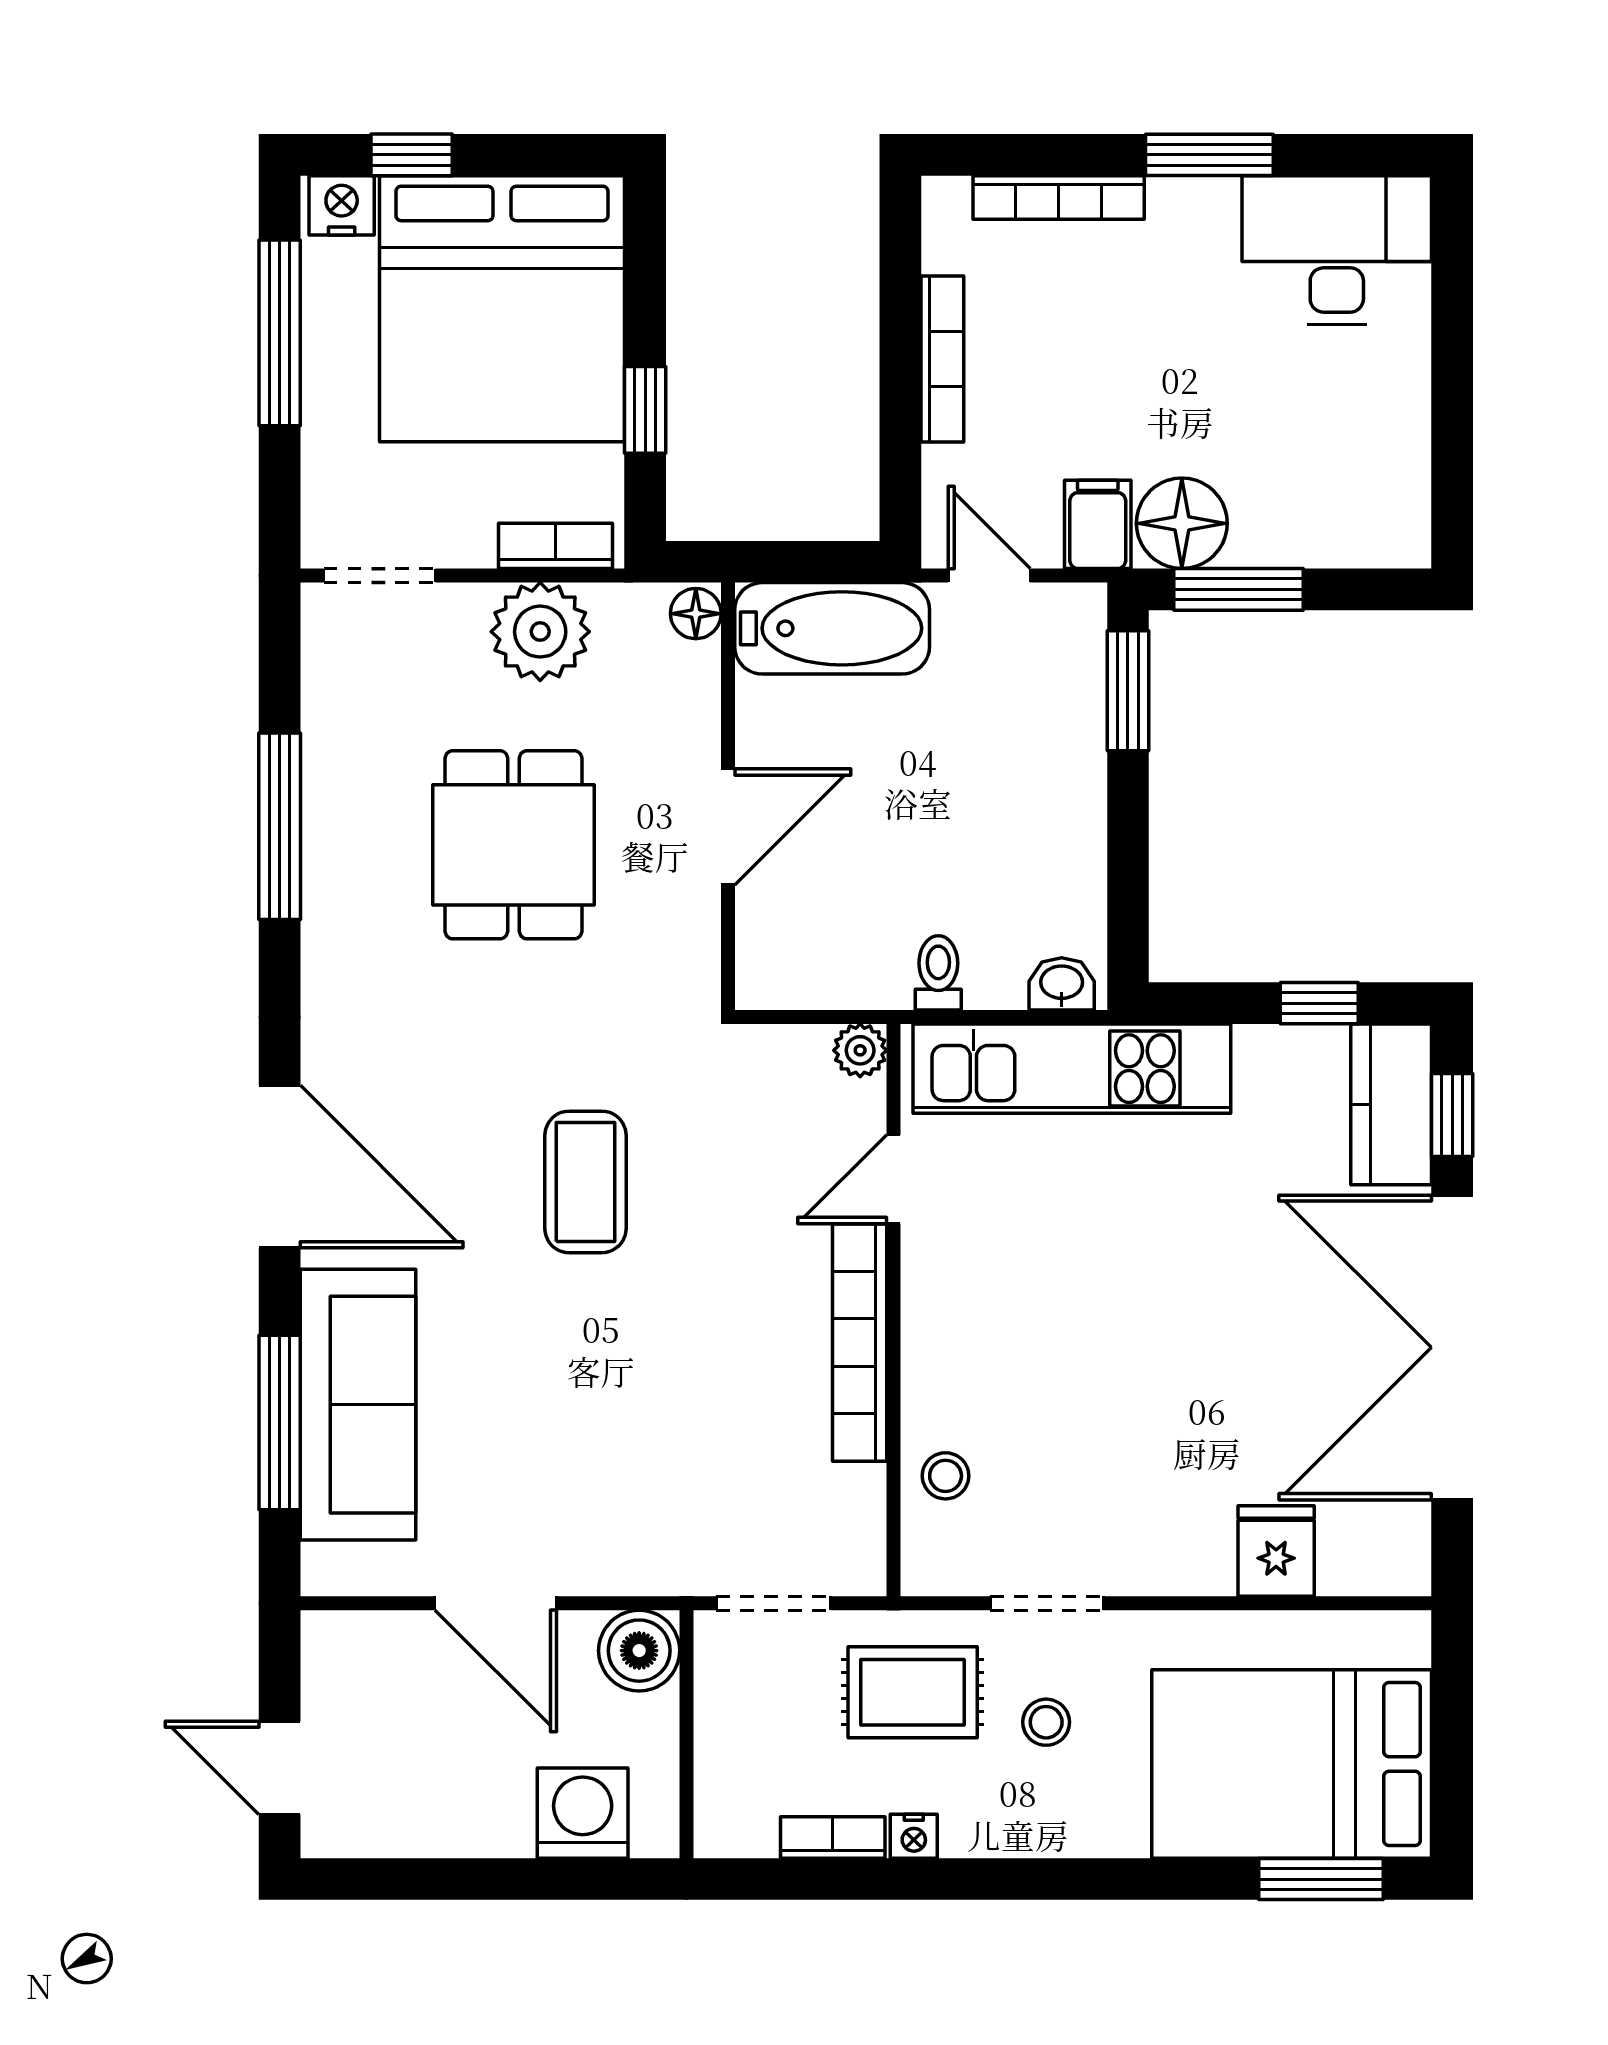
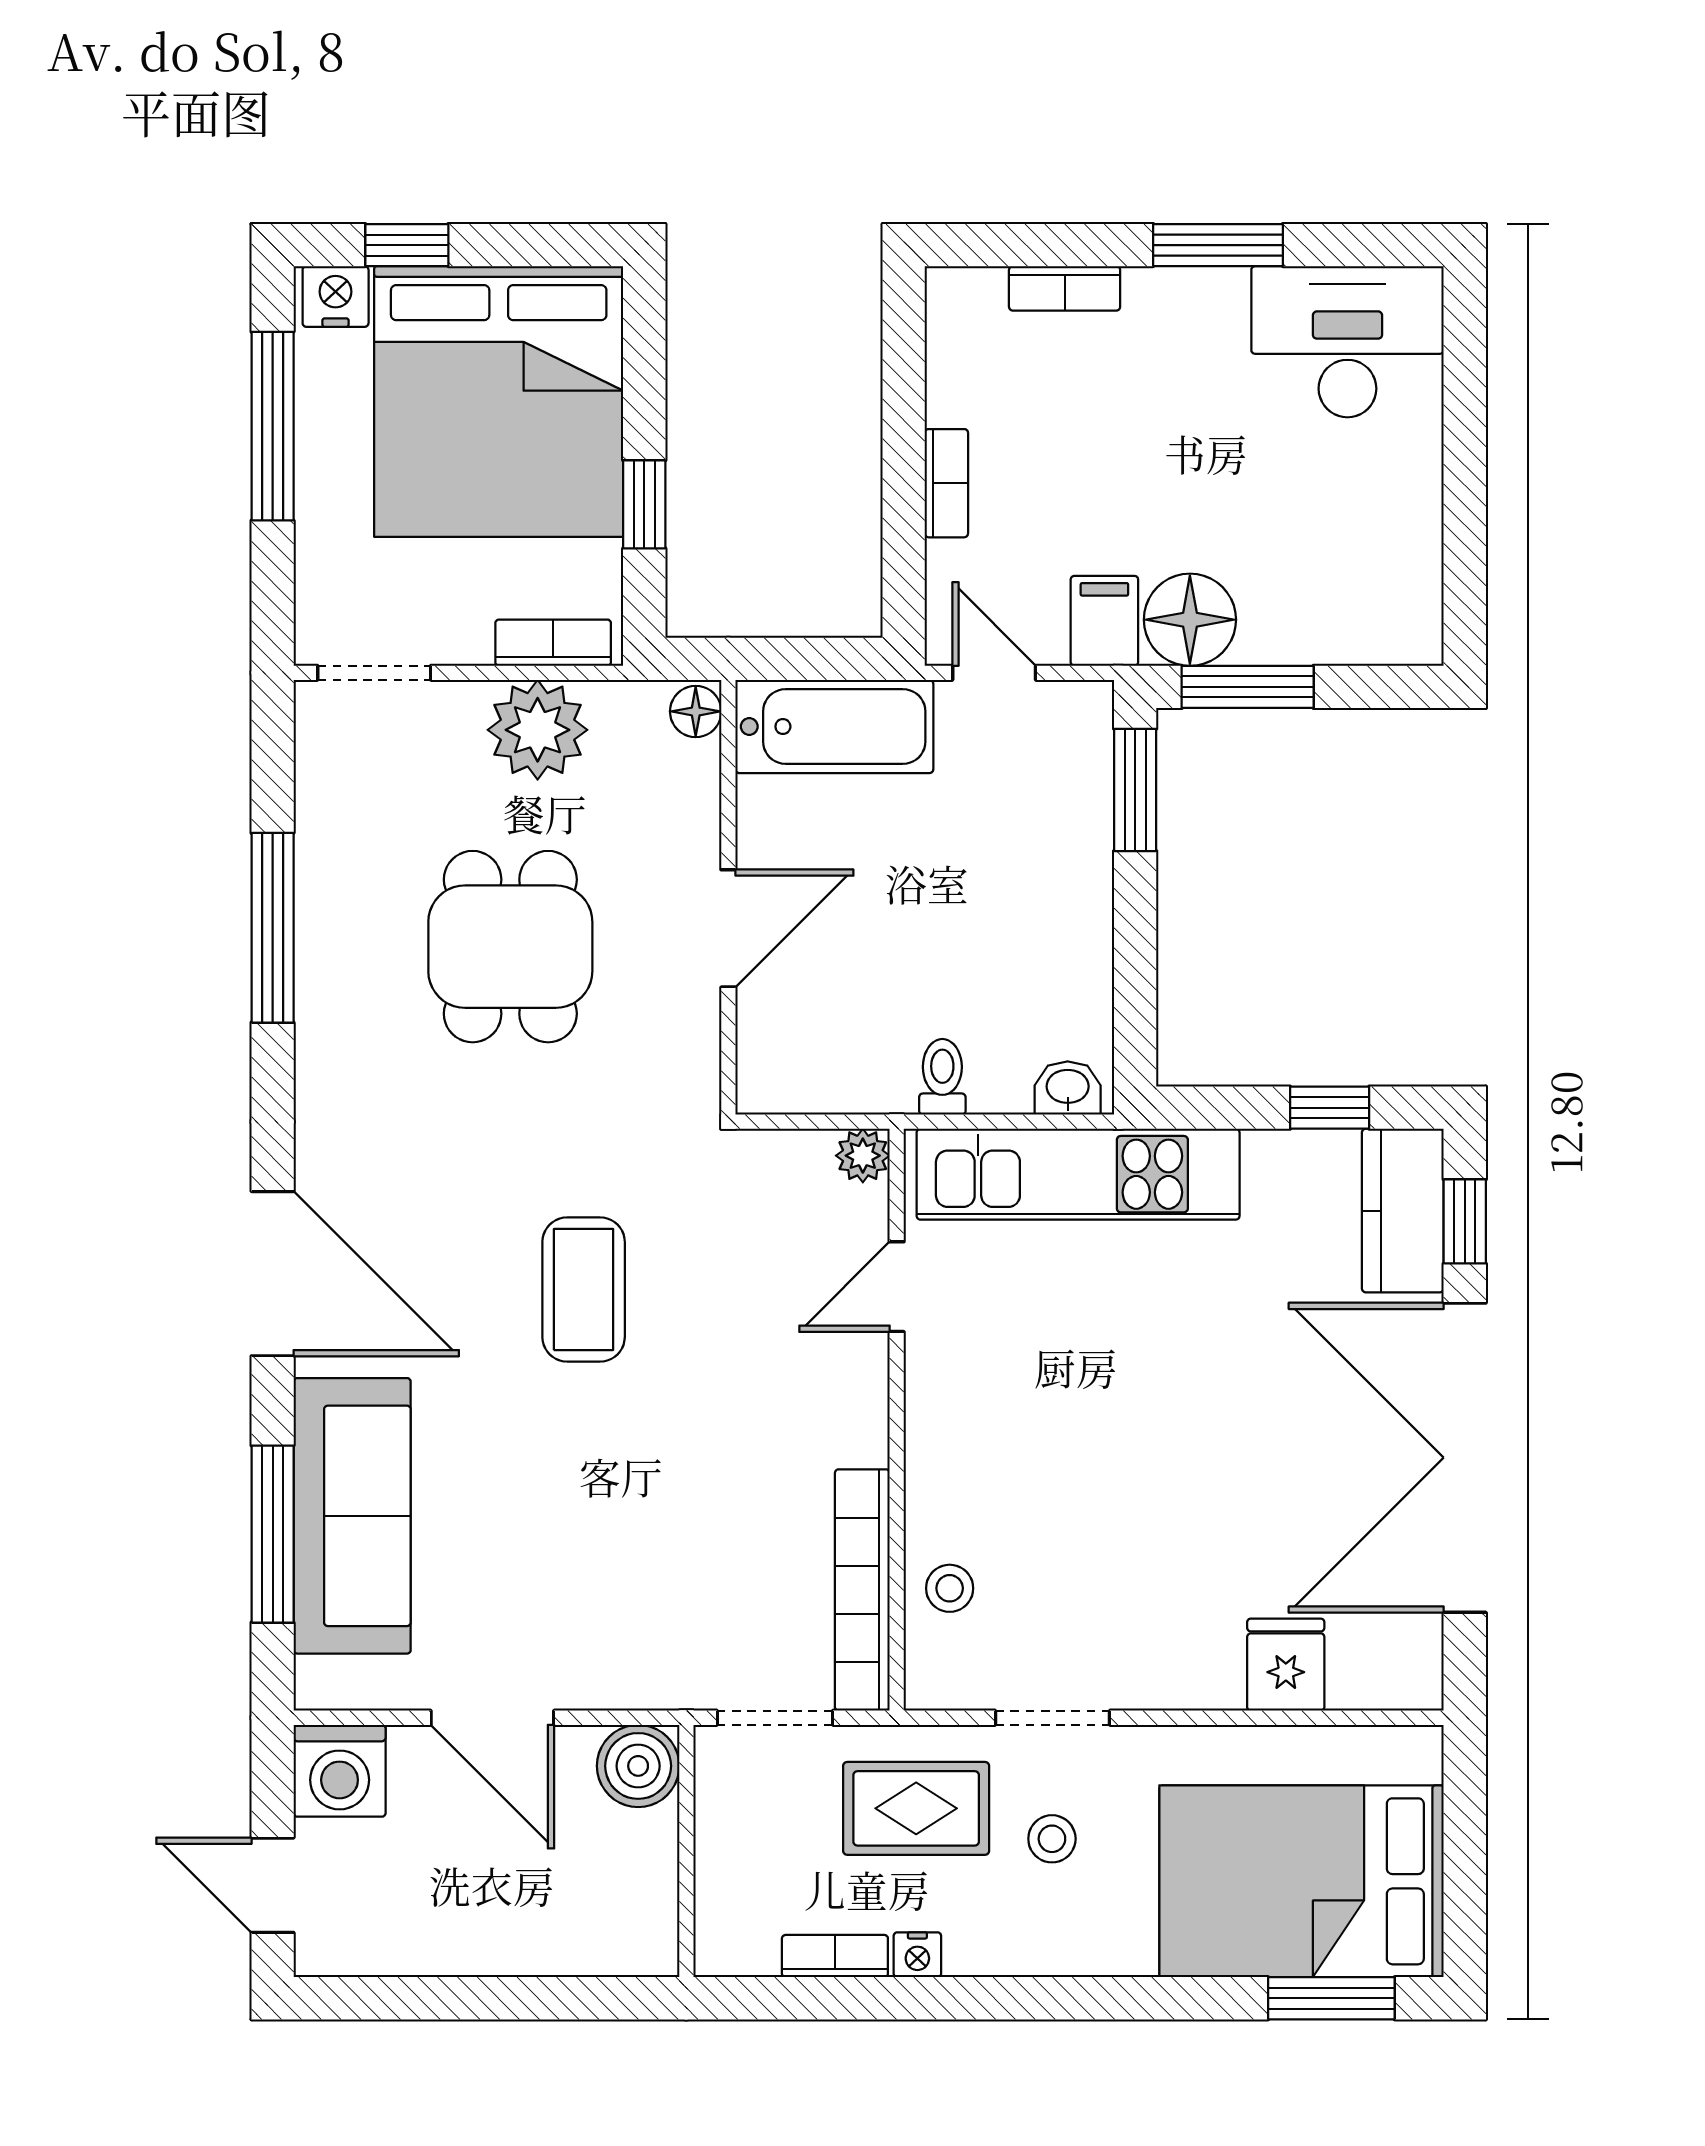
bookcase: (1059, 197) -> (1065, 288), width x0.64
bookcase: (942, 359) -> (946, 483), width x0.64
bookcase: (860, 1343) -> (862, 1590), moved
washing machine: (583, 1813) -> (340, 1771), moved, turned 180

